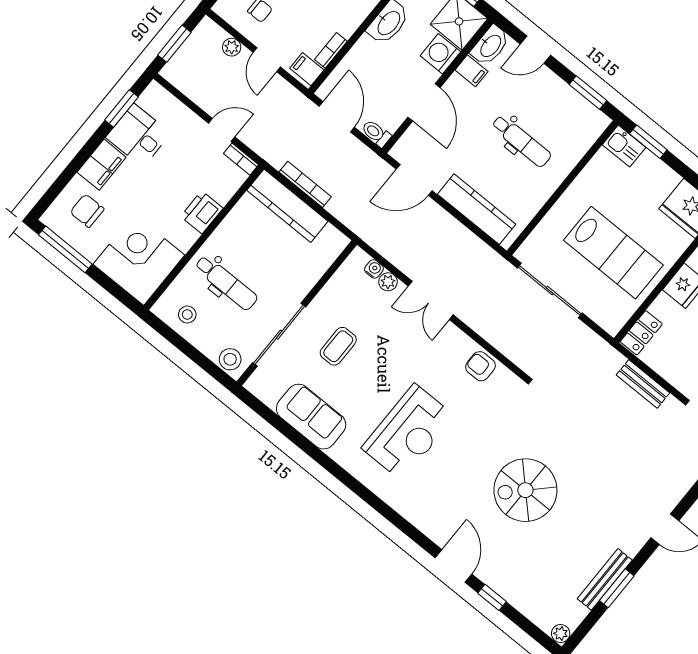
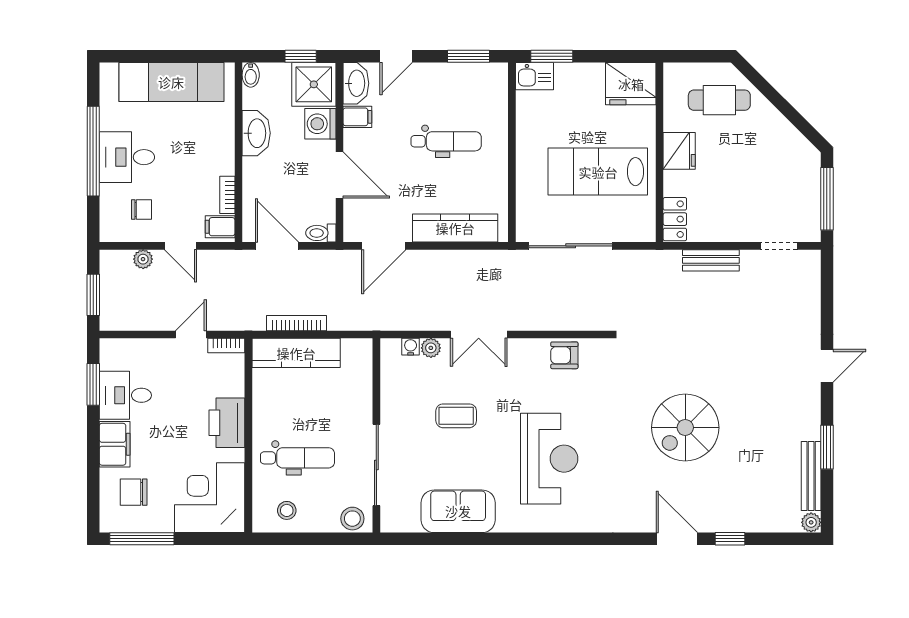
printer: (202, 212) -> (227, 423), width x1.37, depth x1.19
lab bench: (613, 253) -> (598, 172), turned 180
coffee table: (338, 346) -> (456, 416), moved, turned 90
bench: (605, 579) -> (811, 476), moved

